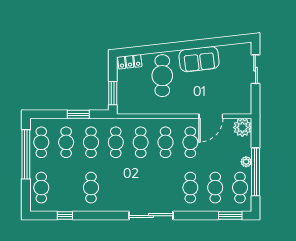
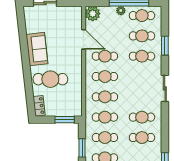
cafe table: (116, 188) -> (142, 117), added
sliding door: (151, 216) -> (165, 88), width x0.73
window: (230, 216) -> (165, 46), moved

